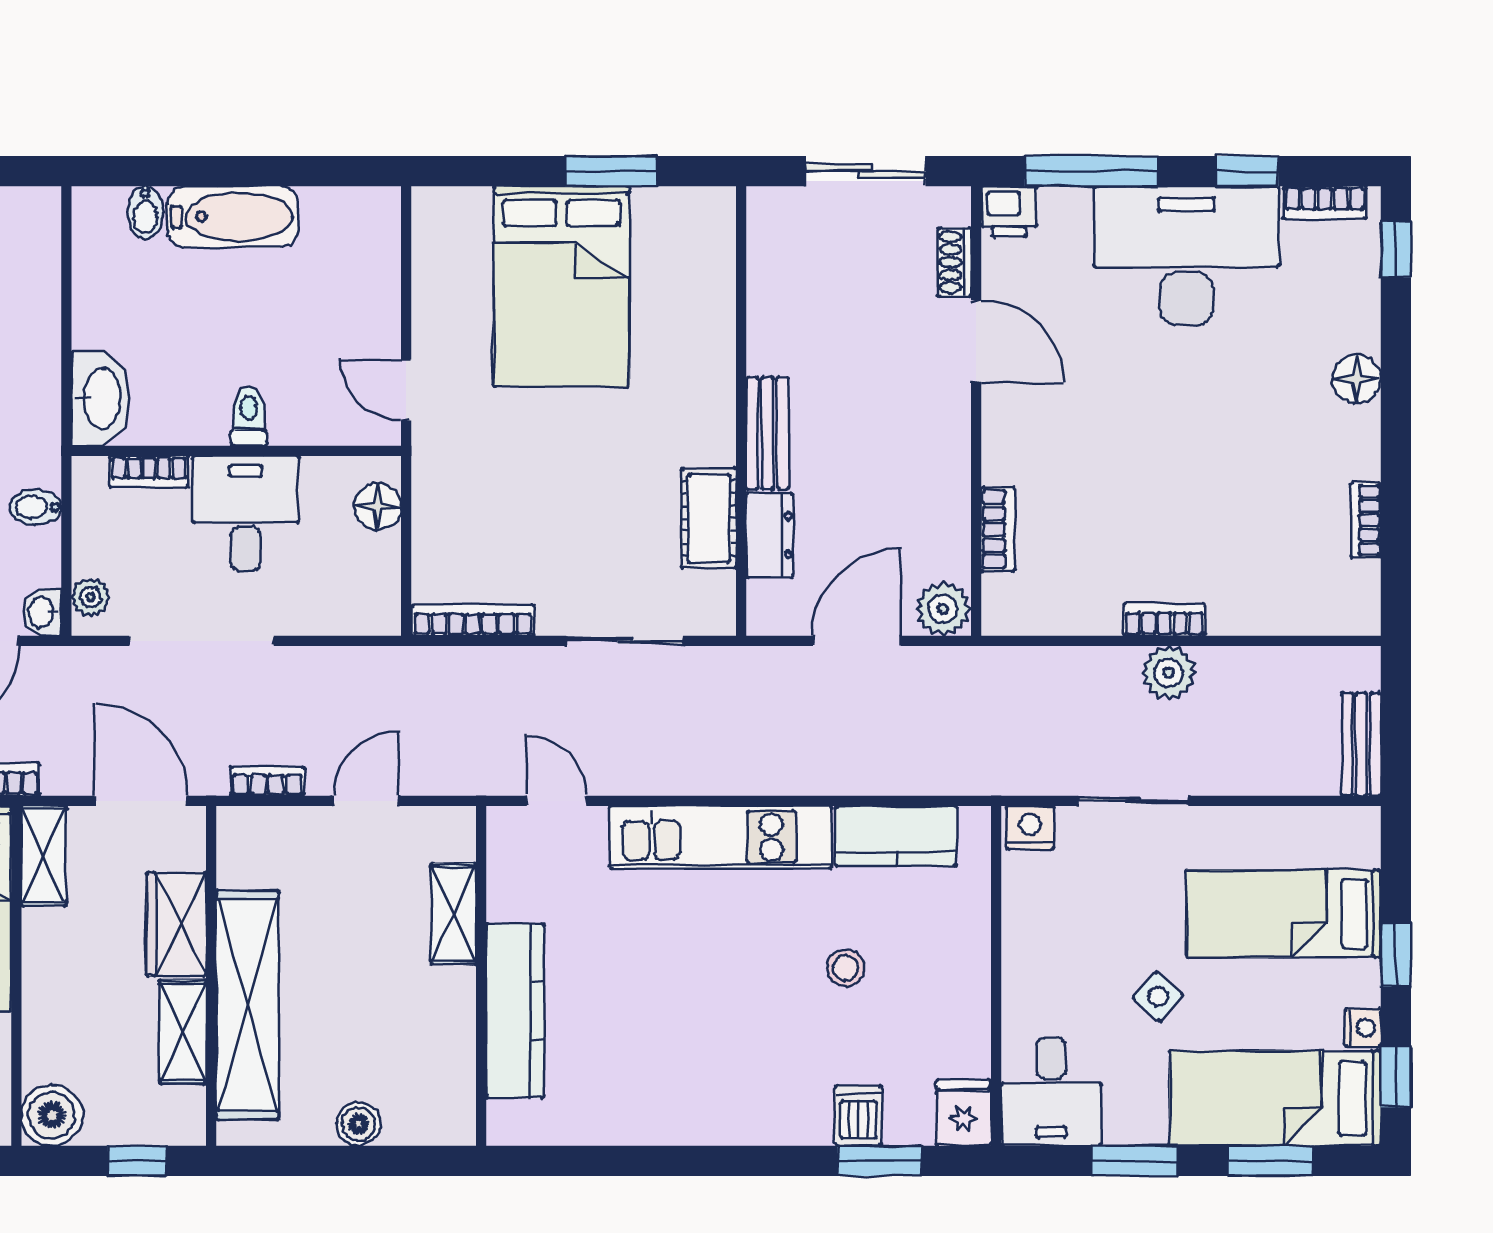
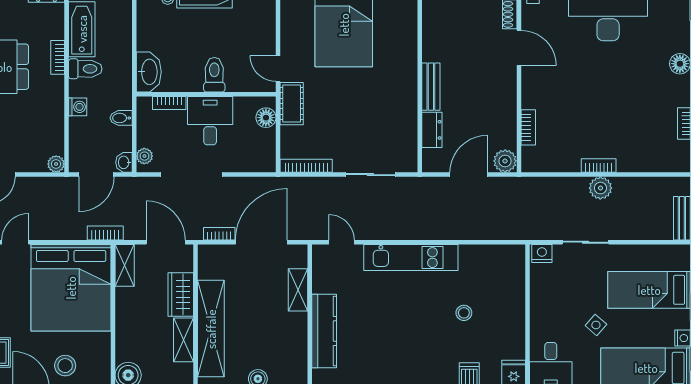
toilet: (249, 416) -> (214, 75), width x1.37, depth x1.39
cot: (709, 518) -> (292, 104), moved
door: (366, 801) -> (261, 242), width x1.88
kitchen counter: (896, 836) -> (485, 257), removed

